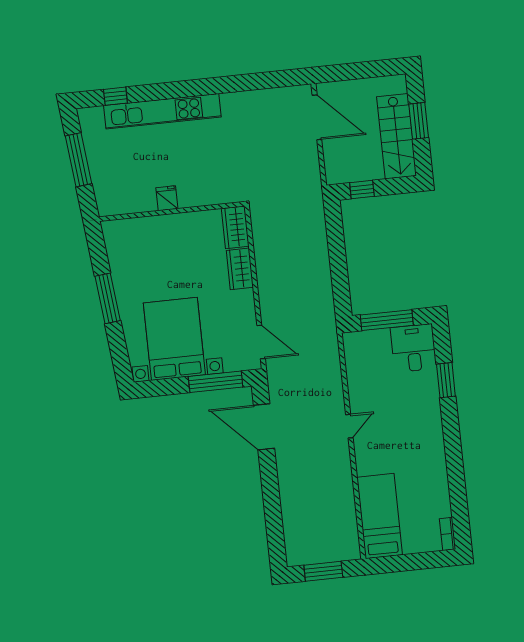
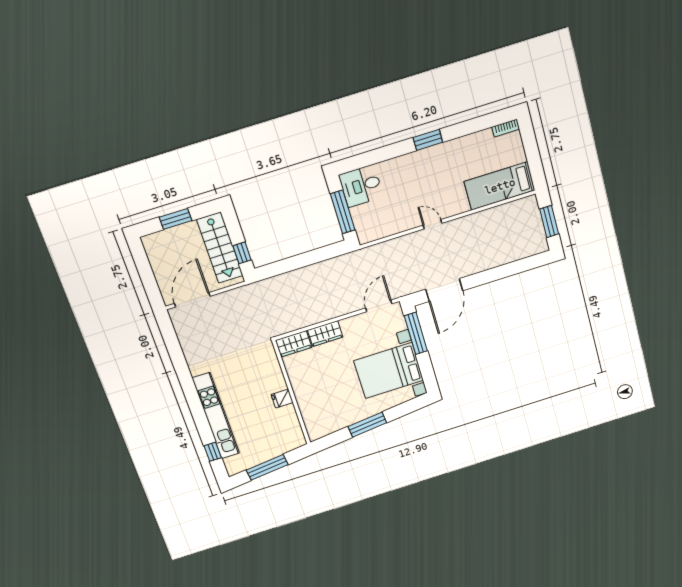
stairs: (397, 136) -> (220, 248), moved, turned 90
window: (446, 380) -> (428, 140), moved

